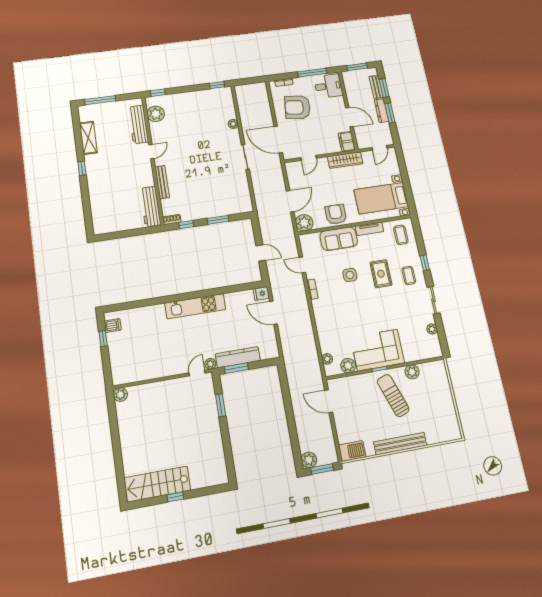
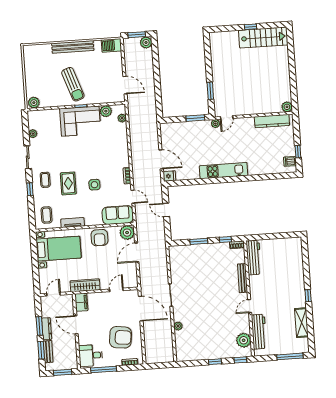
window: (217, 85) -> (215, 362), moved
sofa: (339, 239) -> (118, 215), moved
kitchen counter: (238, 357) -> (272, 121), moved
plant: (412, 372) -> (34, 103), moved

